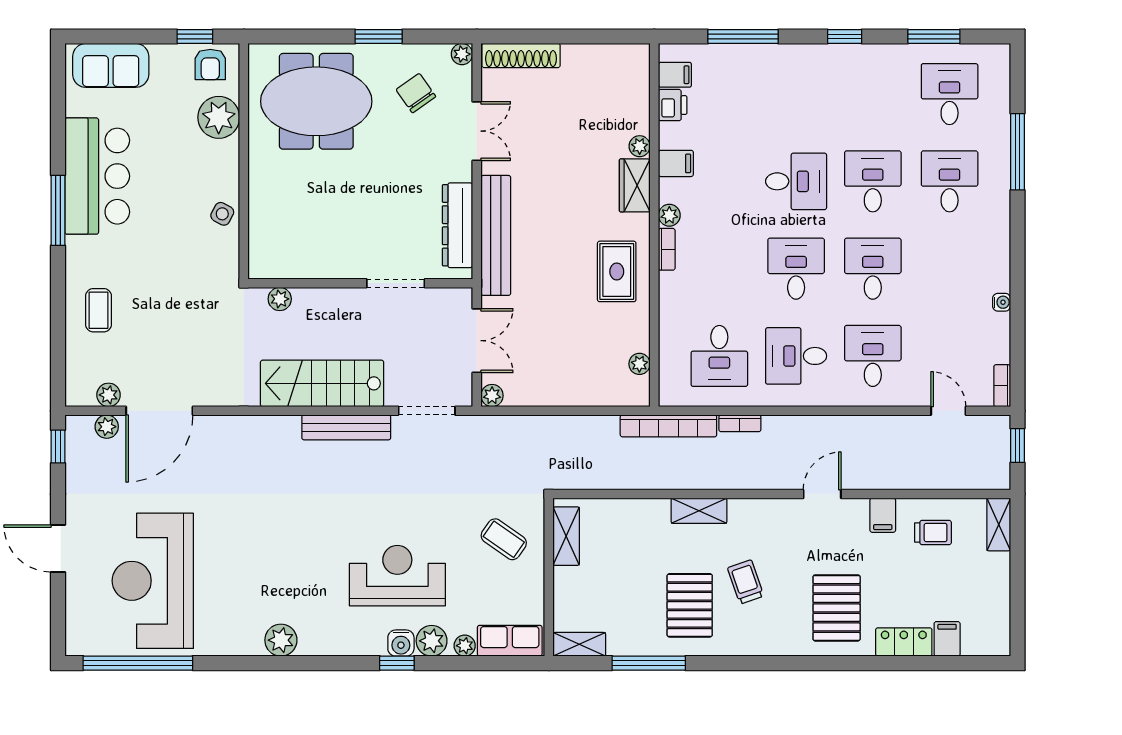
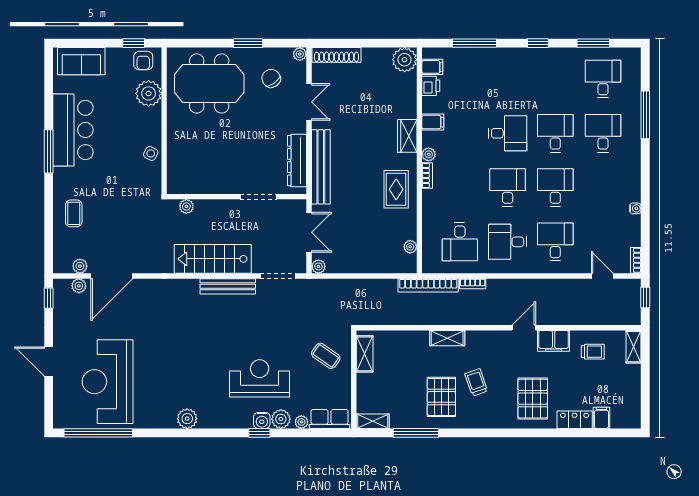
plant: (640, 146) -> (405, 60), moved, width x1.88, depth x1.88
filing cabinet: (883, 515) -> (554, 341), width x2.00

